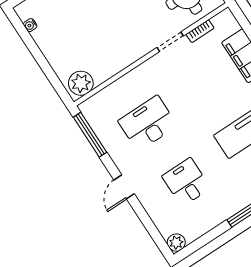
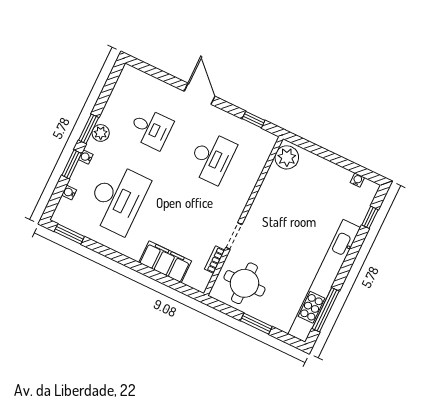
window: (90, 135) -> (254, 120), width x0.46
door: (124, 187) -> (200, 94), width x1.38
plant: (176, 243) -> (101, 133), moved

